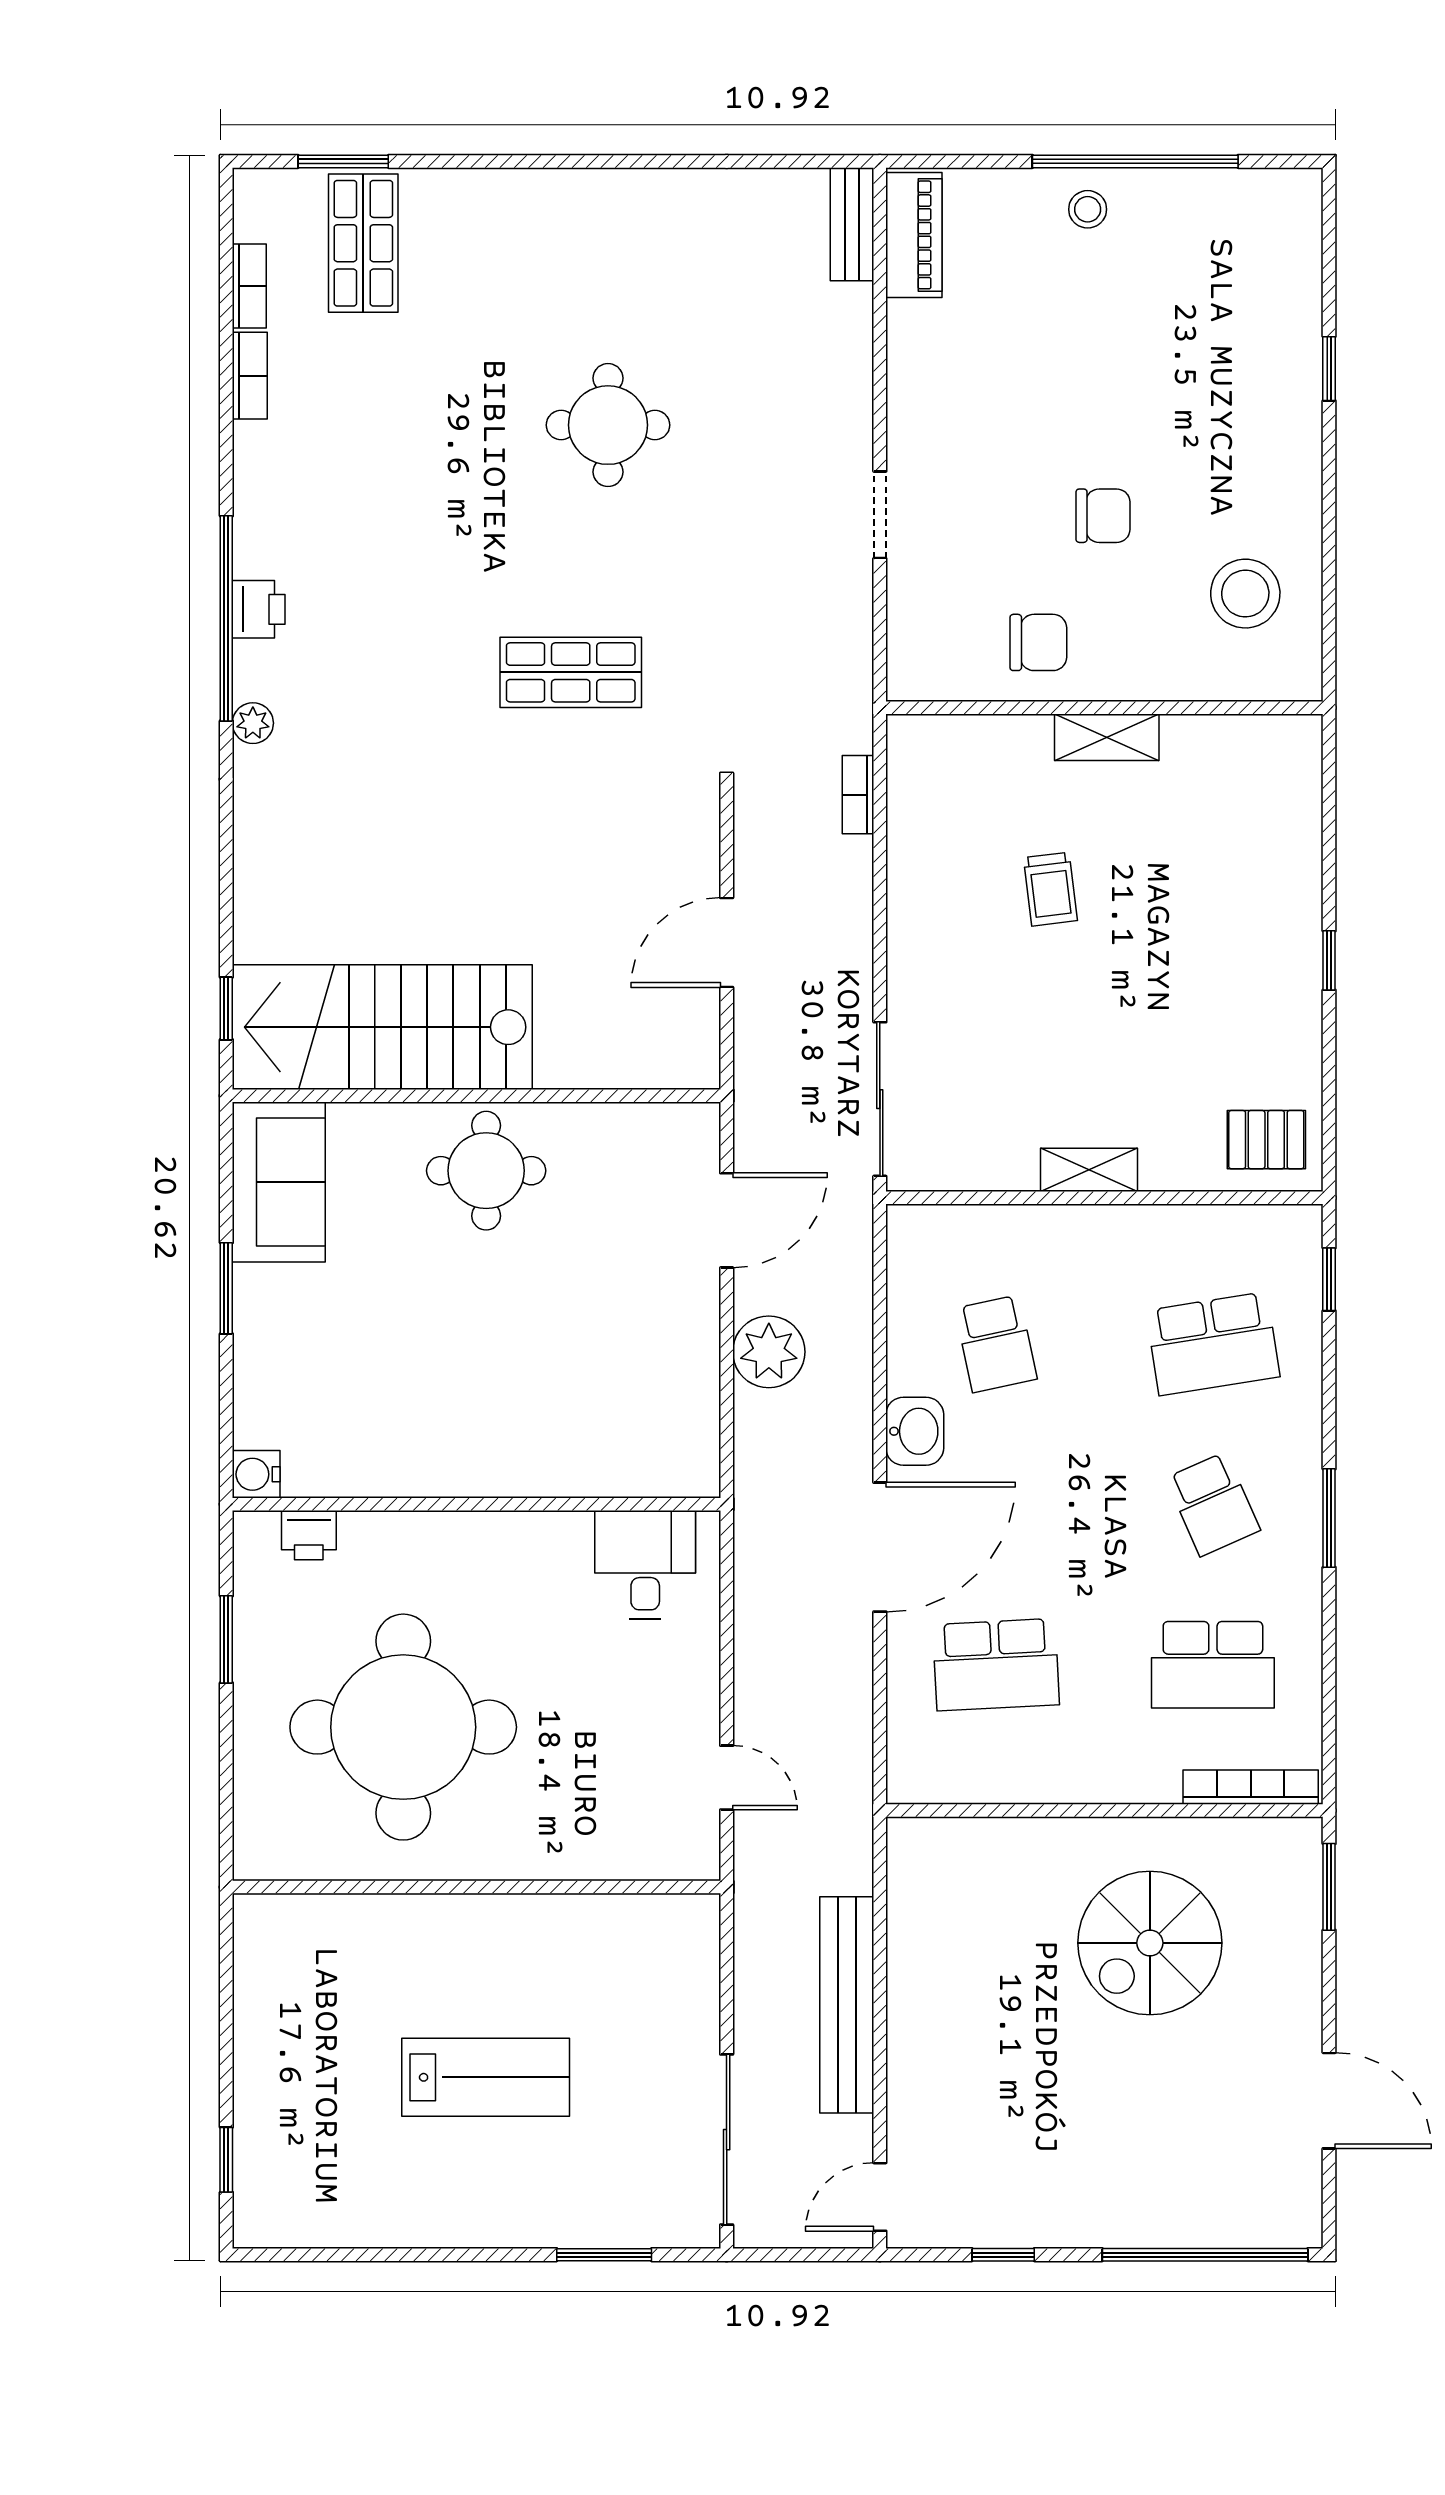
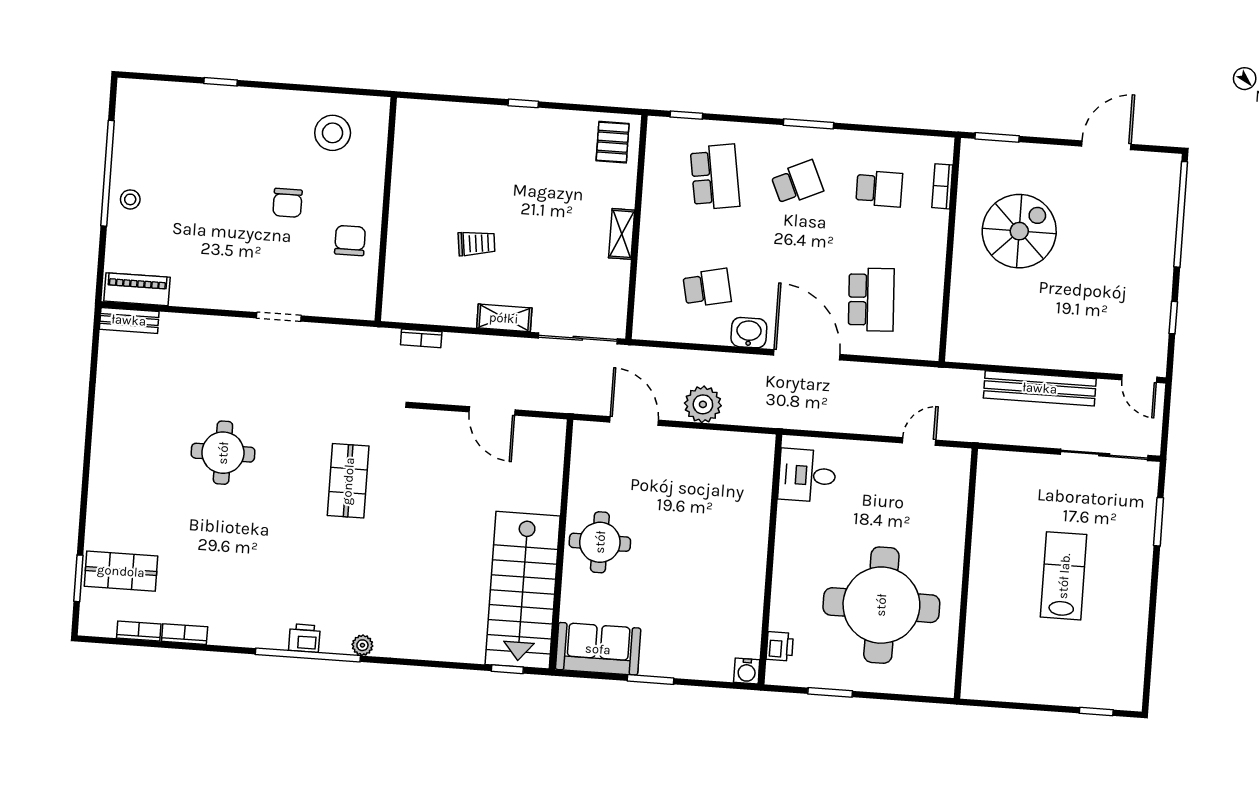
chair: (1103, 516) -> (288, 203), turned 180
shelving: (1107, 737) -> (504, 318), moved, turned 90
school desk: (1213, 1665) -> (879, 189), width x0.54
bookcase: (1251, 1787) -> (942, 186), width x0.64
spiral stairs: (1150, 1943) -> (1019, 231), turned -90

